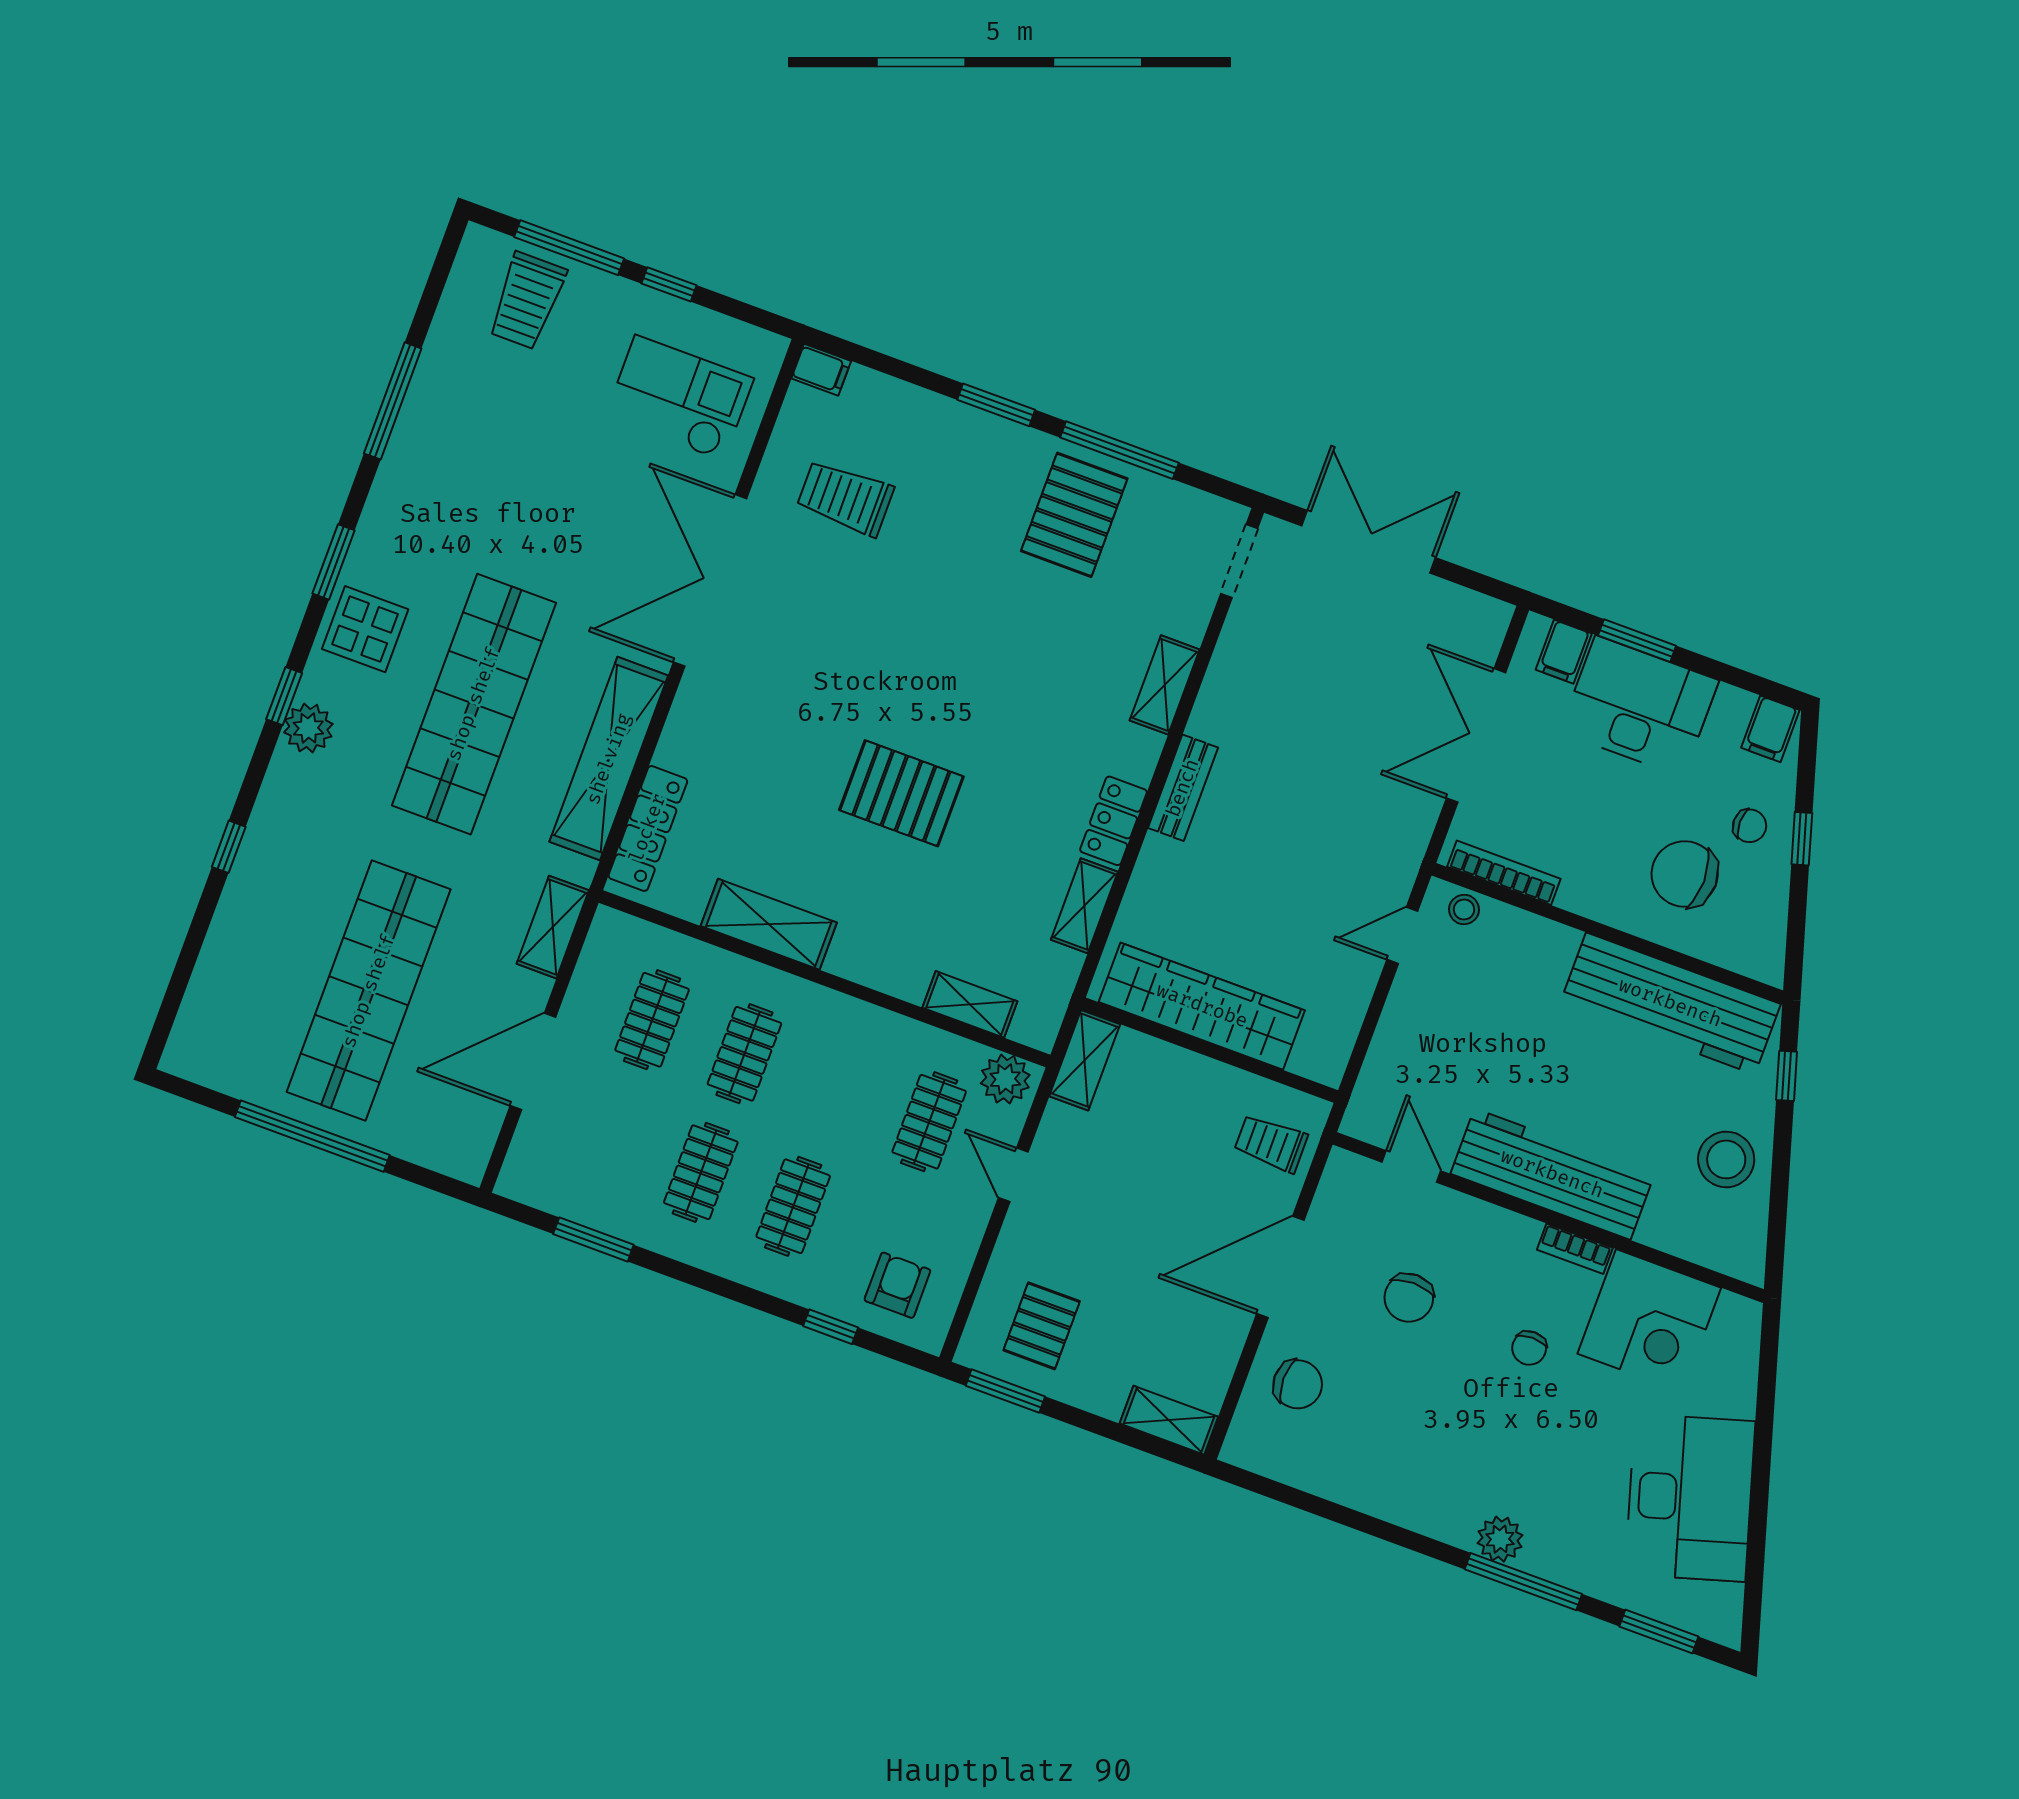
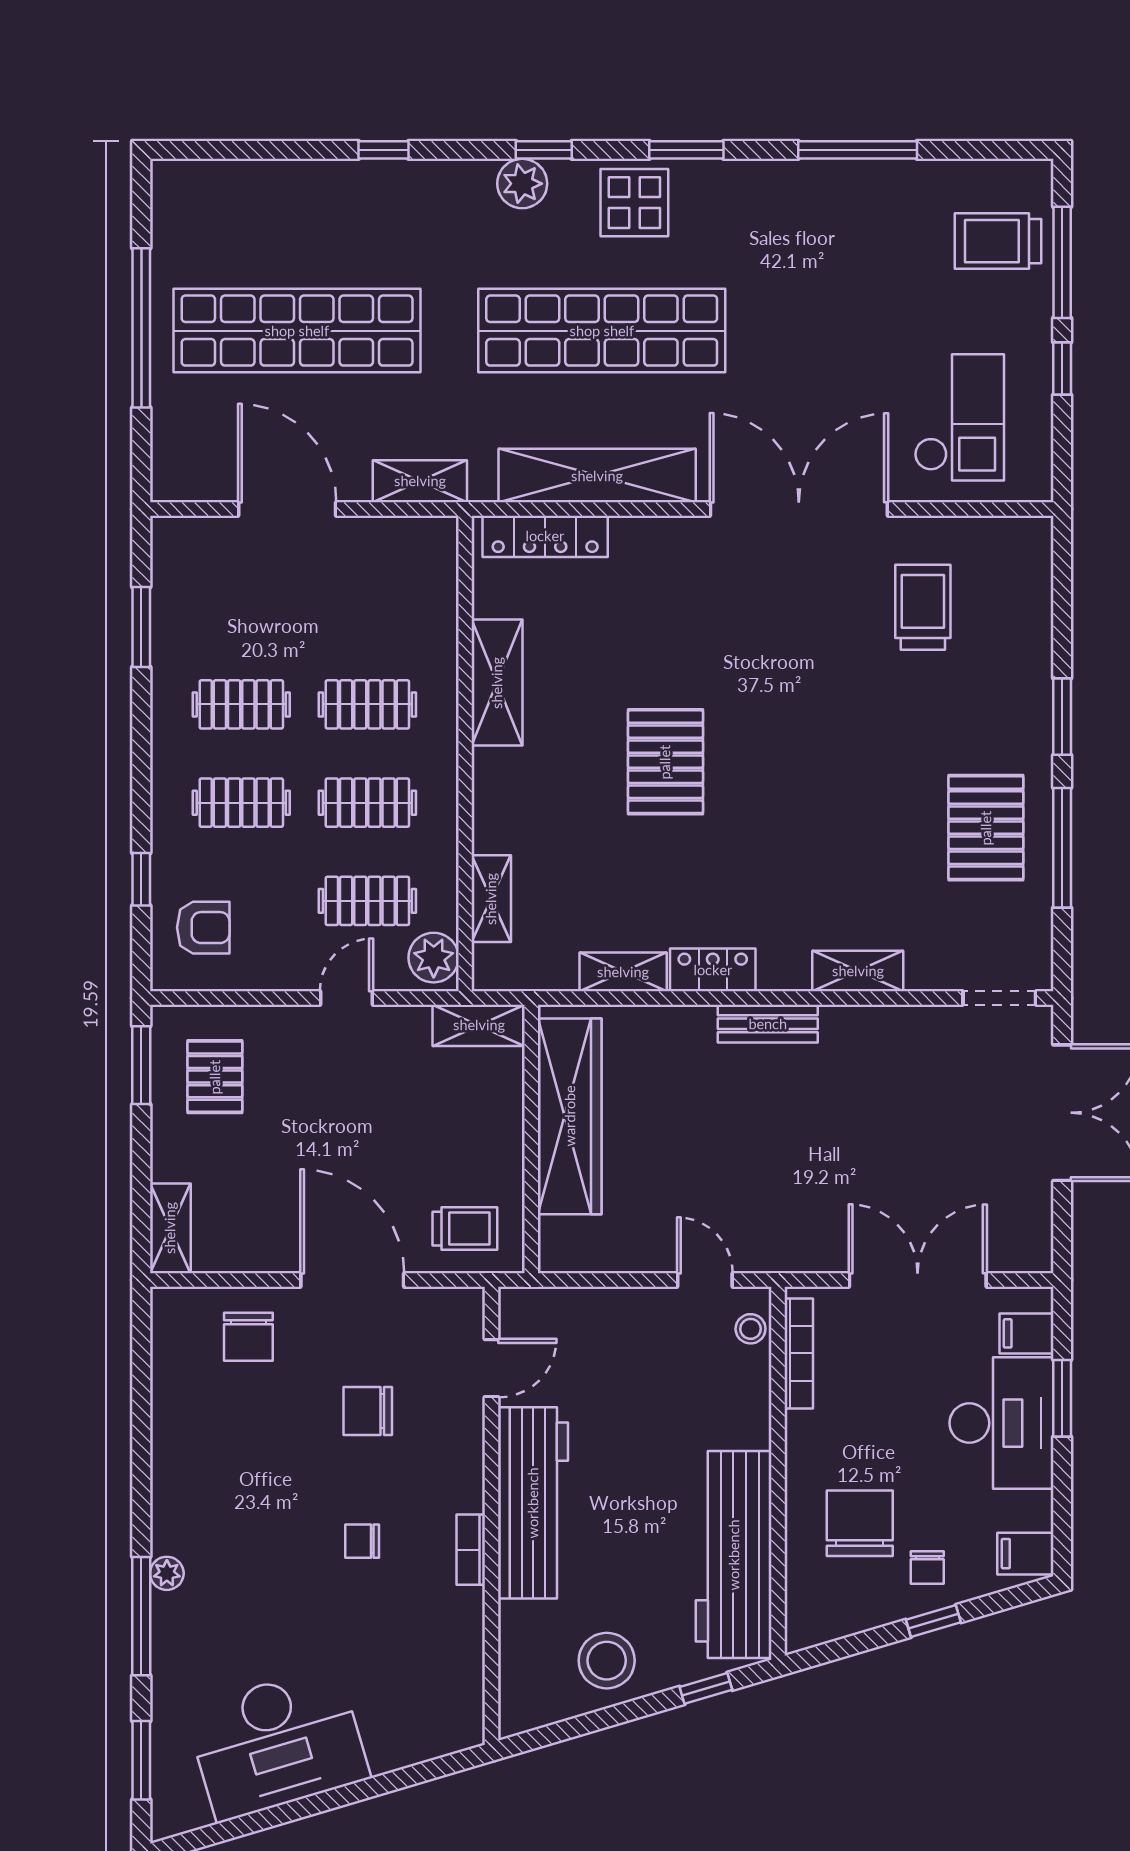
filing cabinet: (821, 370) -> (1035, 541), removed
pallet: (1074, 515) -> (986, 828), turned 90
clothes rail: (652, 1020) -> (367, 803), moved
trolley: (1271, 1143) -> (465, 1229), turned 90
corner desk: (1649, 1321) -> (429, 1644), removed
pallet: (1042, 1326) -> (215, 1077), turned 90
plant: (1500, 1539) -> (167, 1573), width x0.73, depth x0.73

